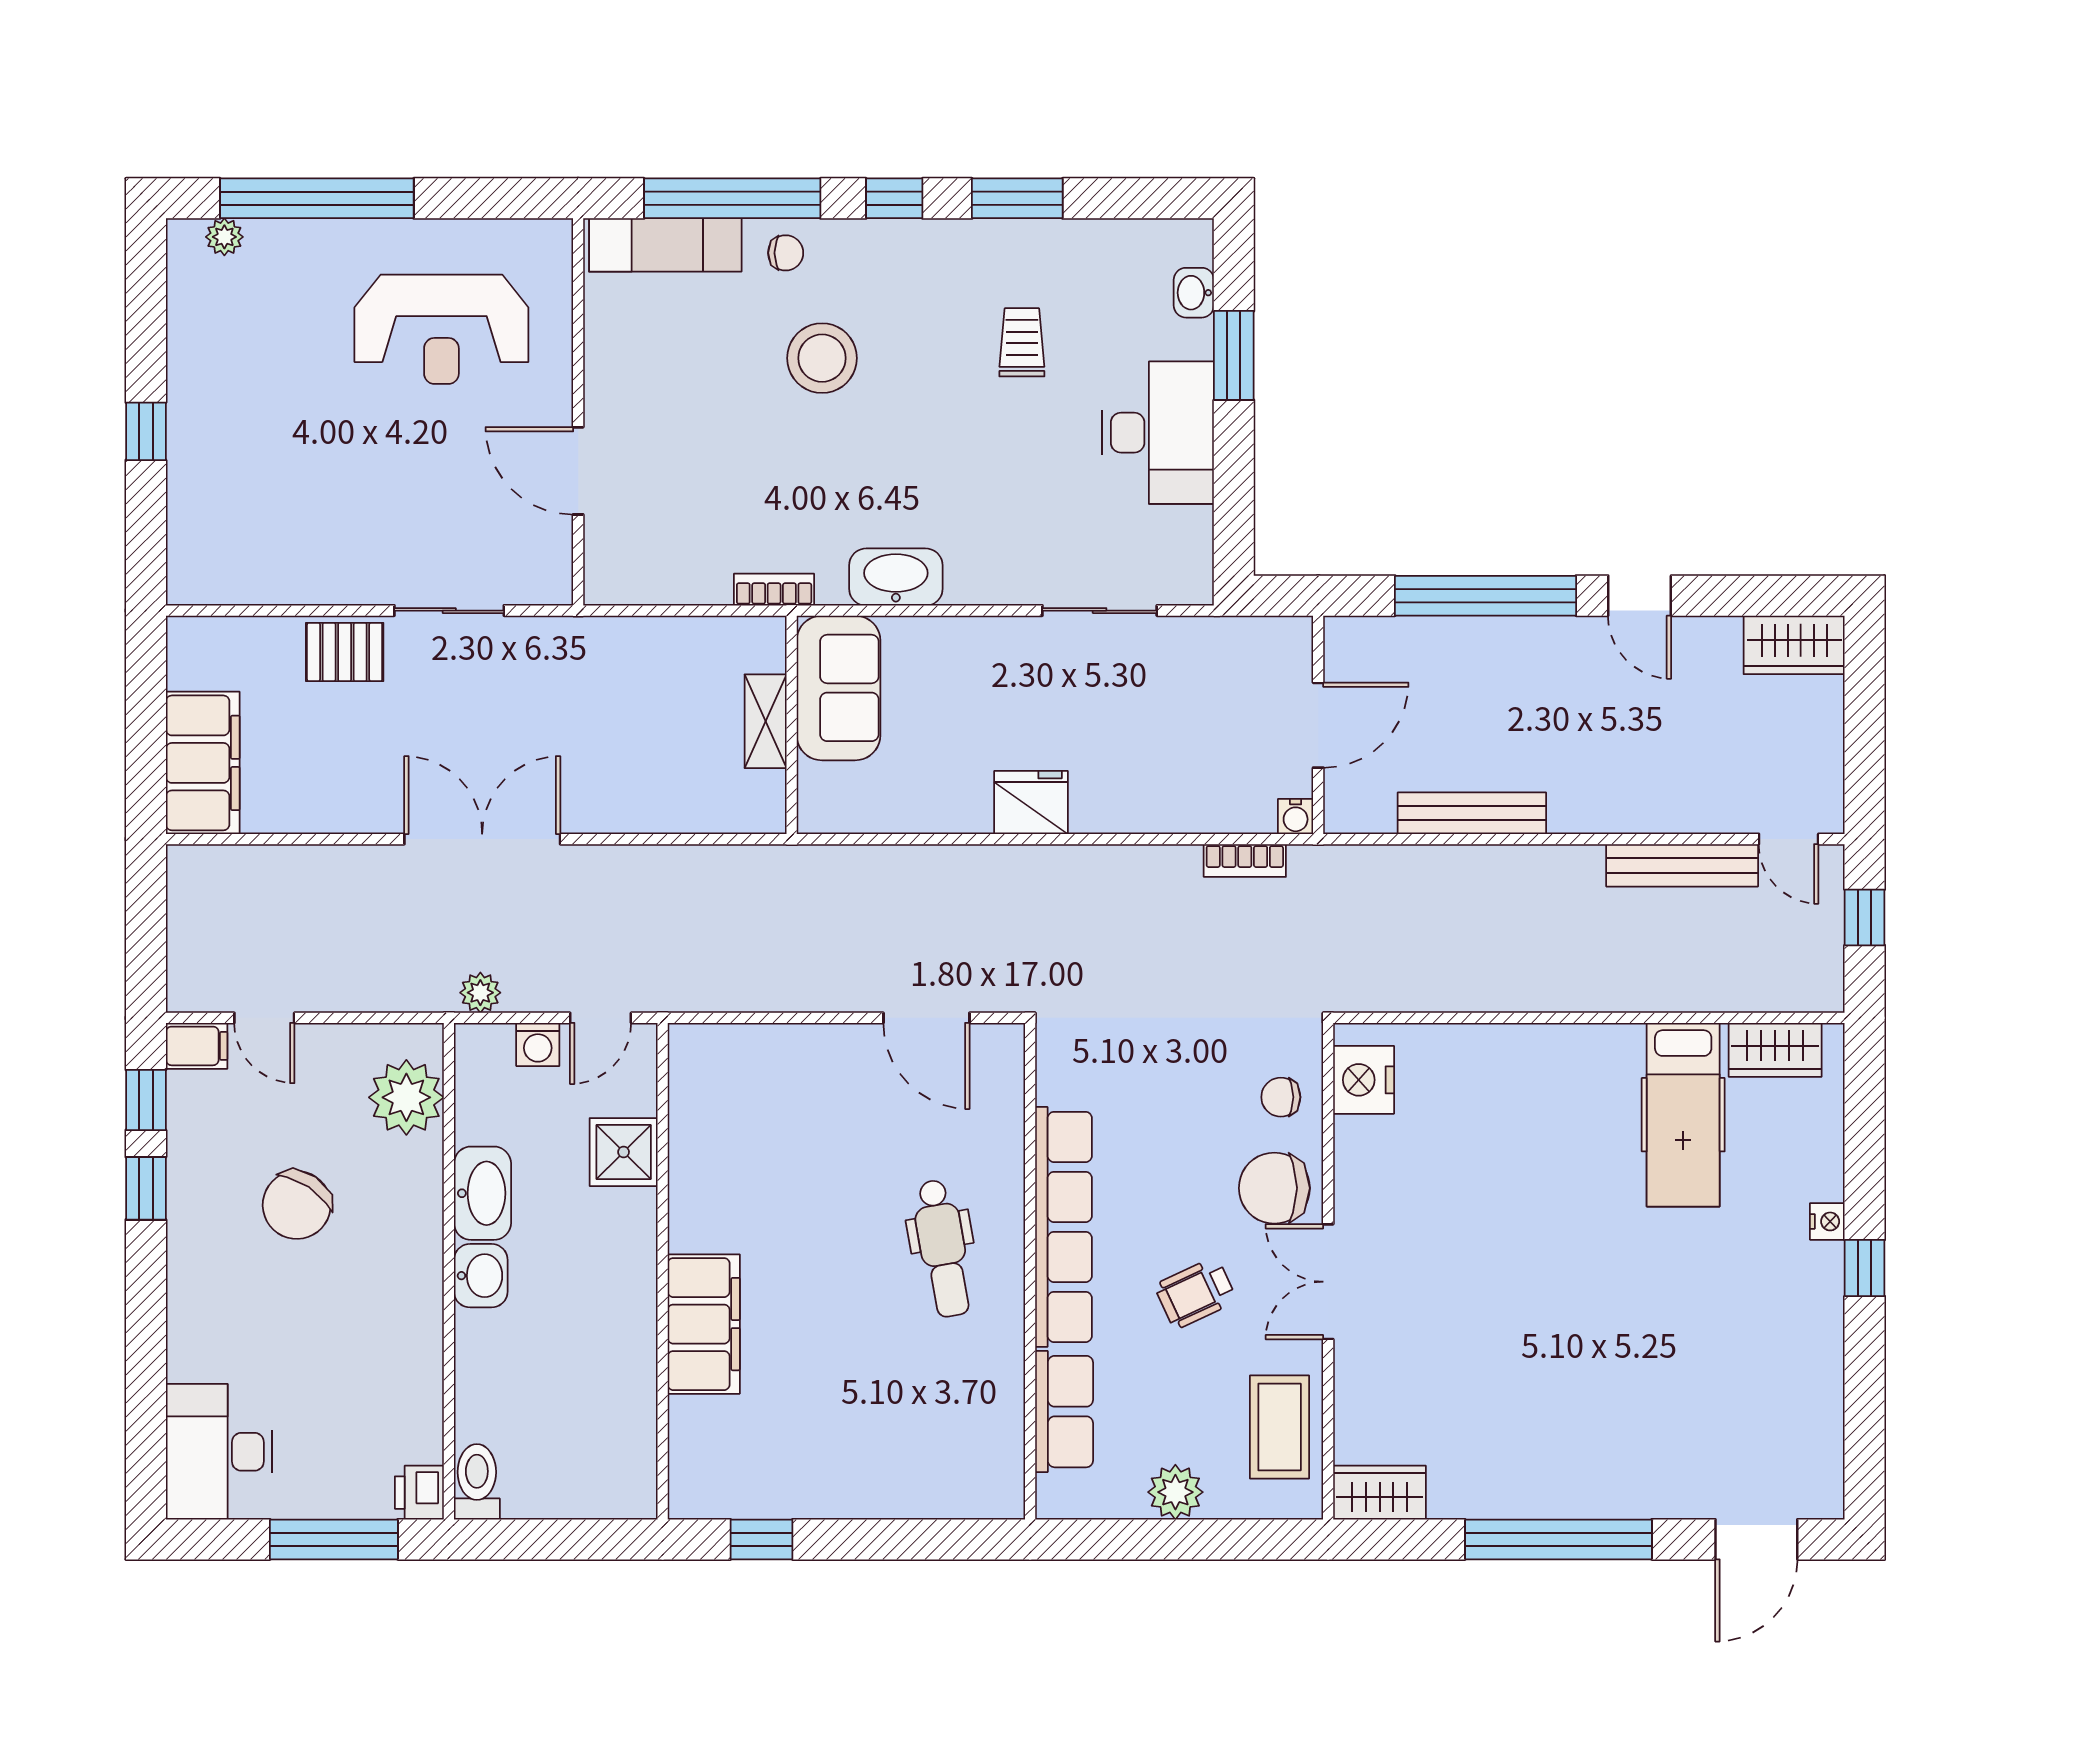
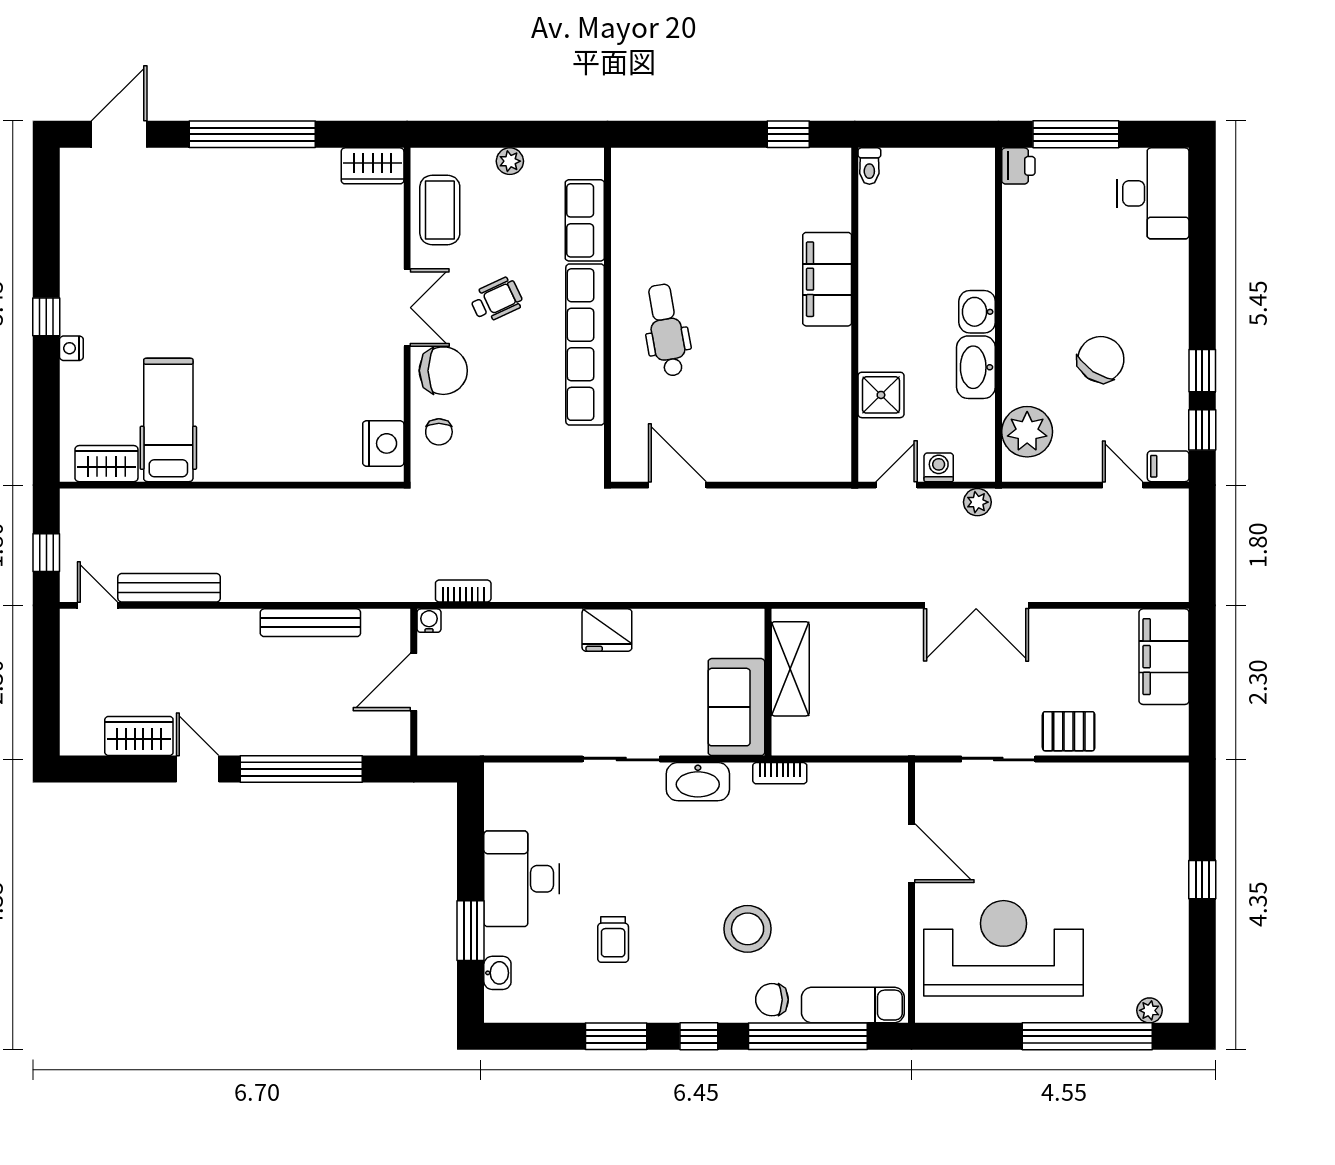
chair: (786, 253) -> (772, 1000), width x1.37, depth x1.37
reception desk: (441, 329) -> (1004, 948), width x1.36, depth x1.30
sliding door: (1100, 611) -> (621, 759), moved
wardrobe: (1794, 645) -> (139, 736), moved
shelving: (766, 721) -> (790, 669), width x1.50, depth x1.33
chair: (1281, 1097) -> (439, 432), turned 90
toilet: (477, 1482) -> (869, 166), moved, width x0.73, depth x0.72
plant: (1175, 1492) -> (510, 161), width x0.73, depth x0.73

